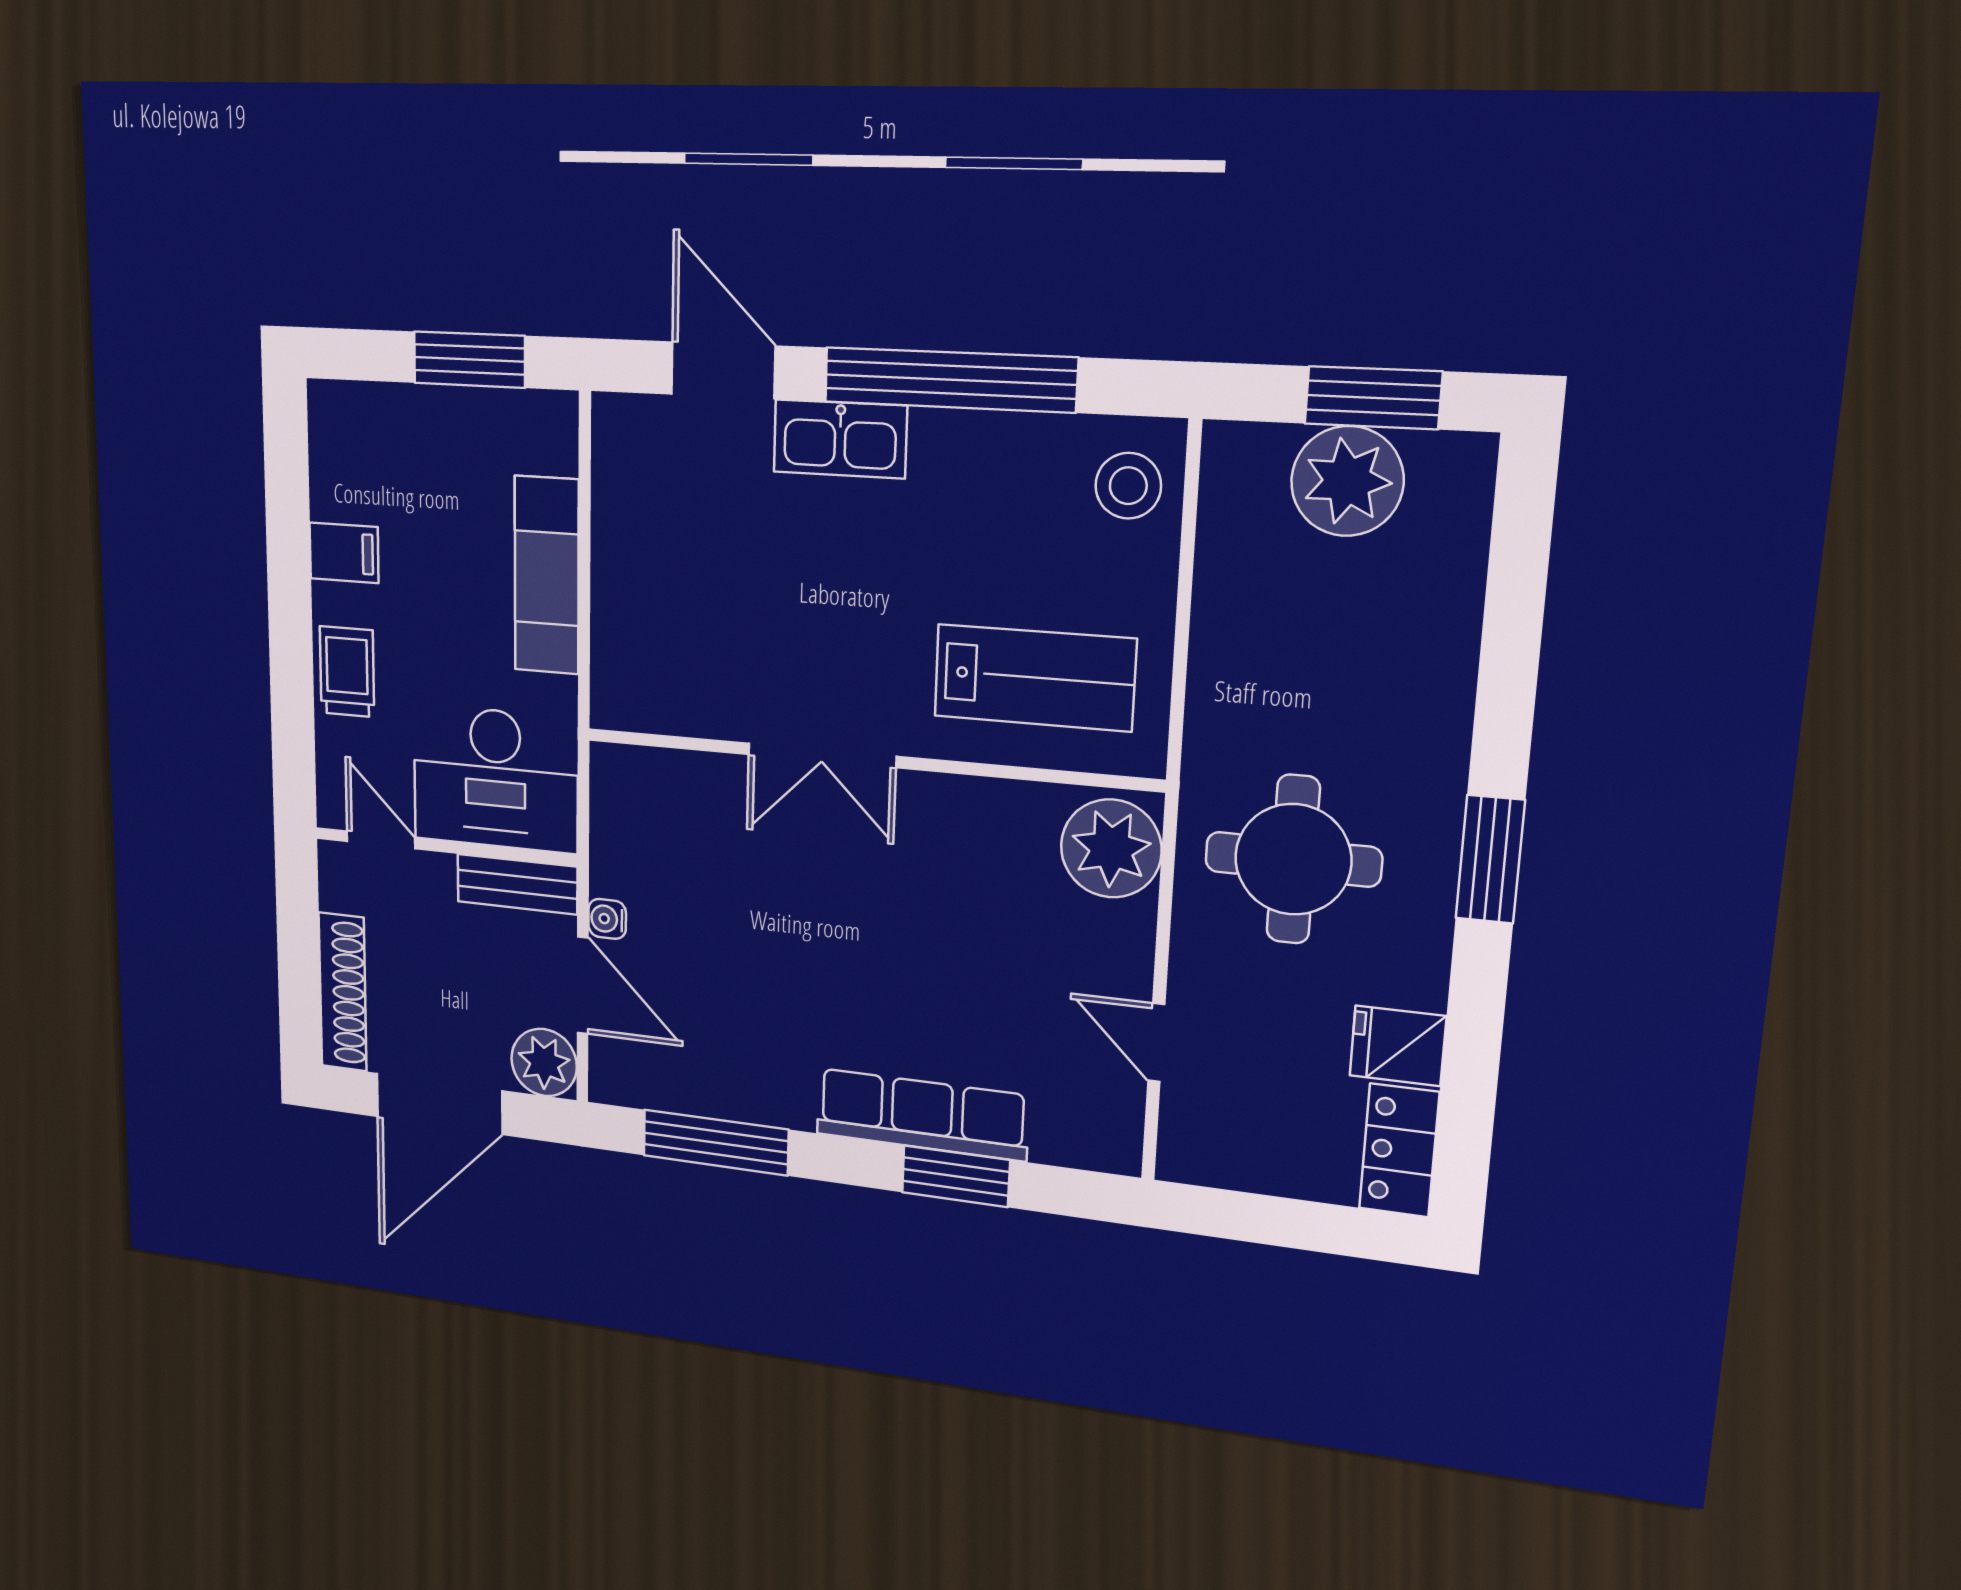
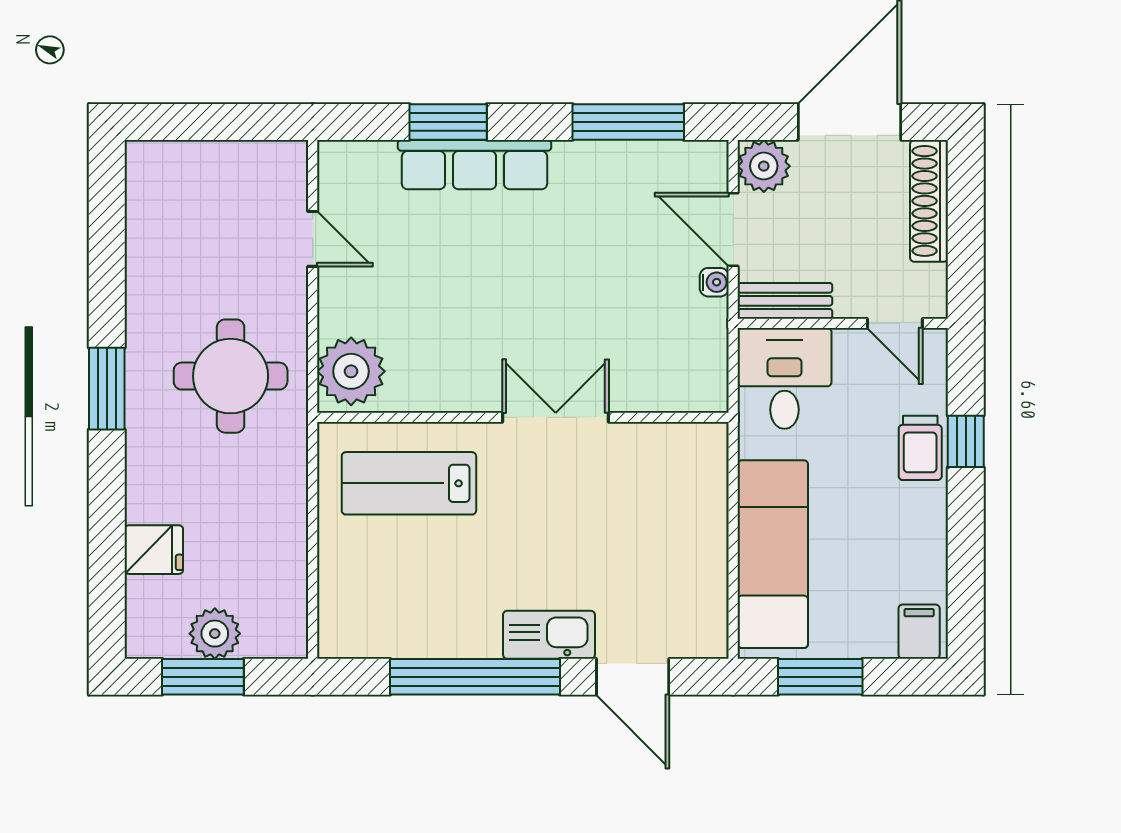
plant: (1347, 481) -> (215, 634), width x0.73, depth x0.73
stool: (1128, 486) -> (353, 614), removed
filing cabinet: (344, 553) -> (919, 632), moved, turned 90
exam couch: (547, 575) -> (773, 554), width x1.36, depth x1.45
window: (292, 676) -> (966, 441), added
desk: (495, 779) -> (785, 378), width x0.73
fridge: (1398, 1046) -> (154, 550), moved
locker: (1399, 1150) -> (147, 184), removed

